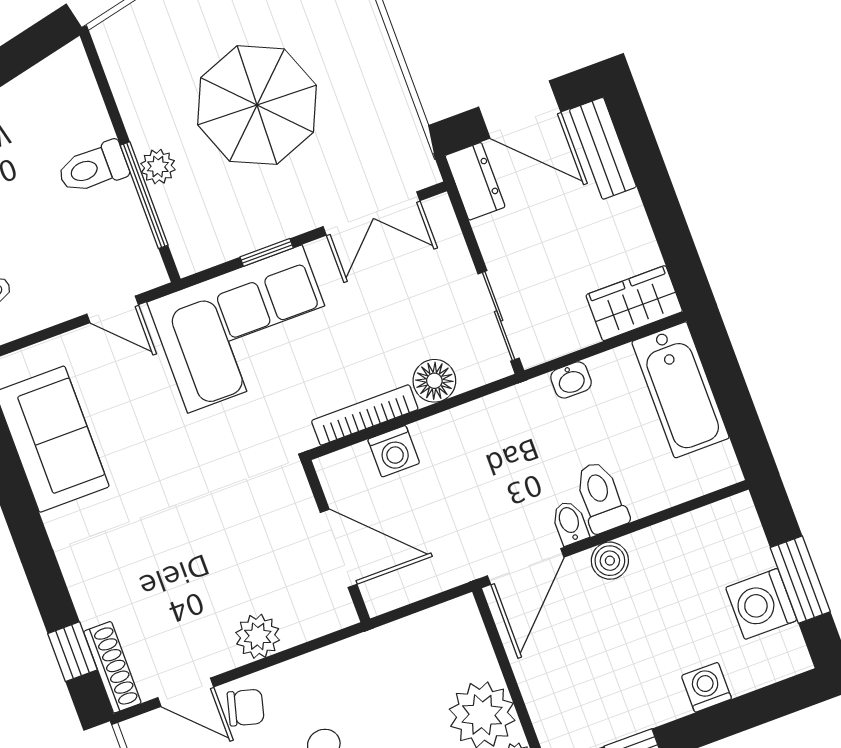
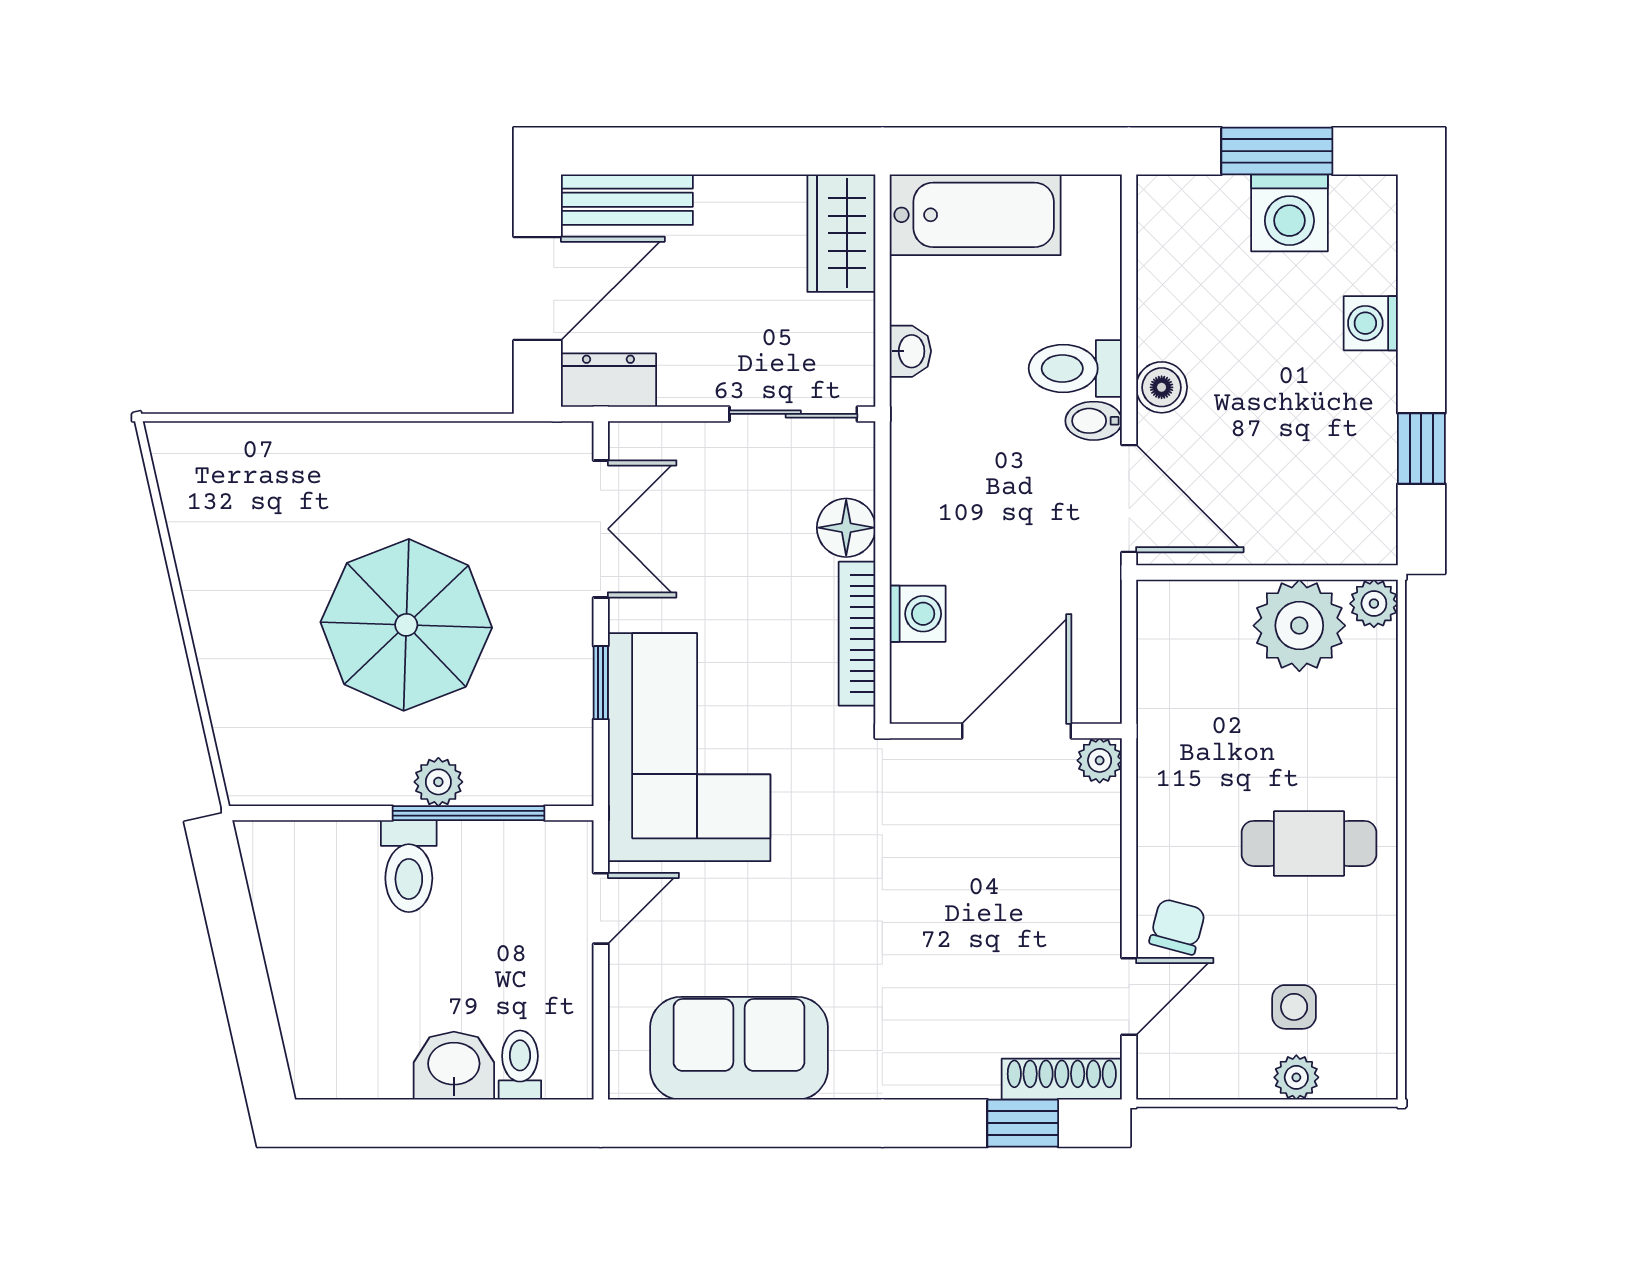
plant: (258, 636) -> (1100, 760), moved, width x0.73, depth x0.73

